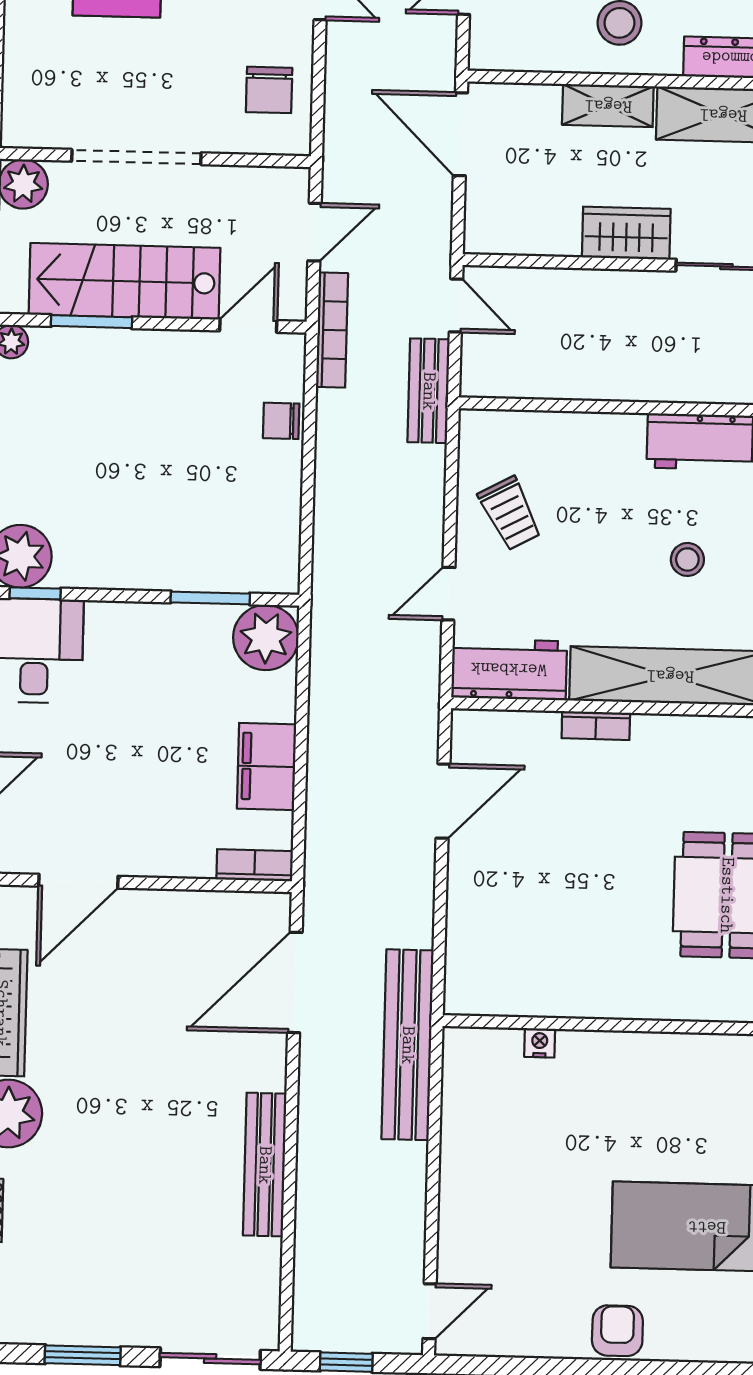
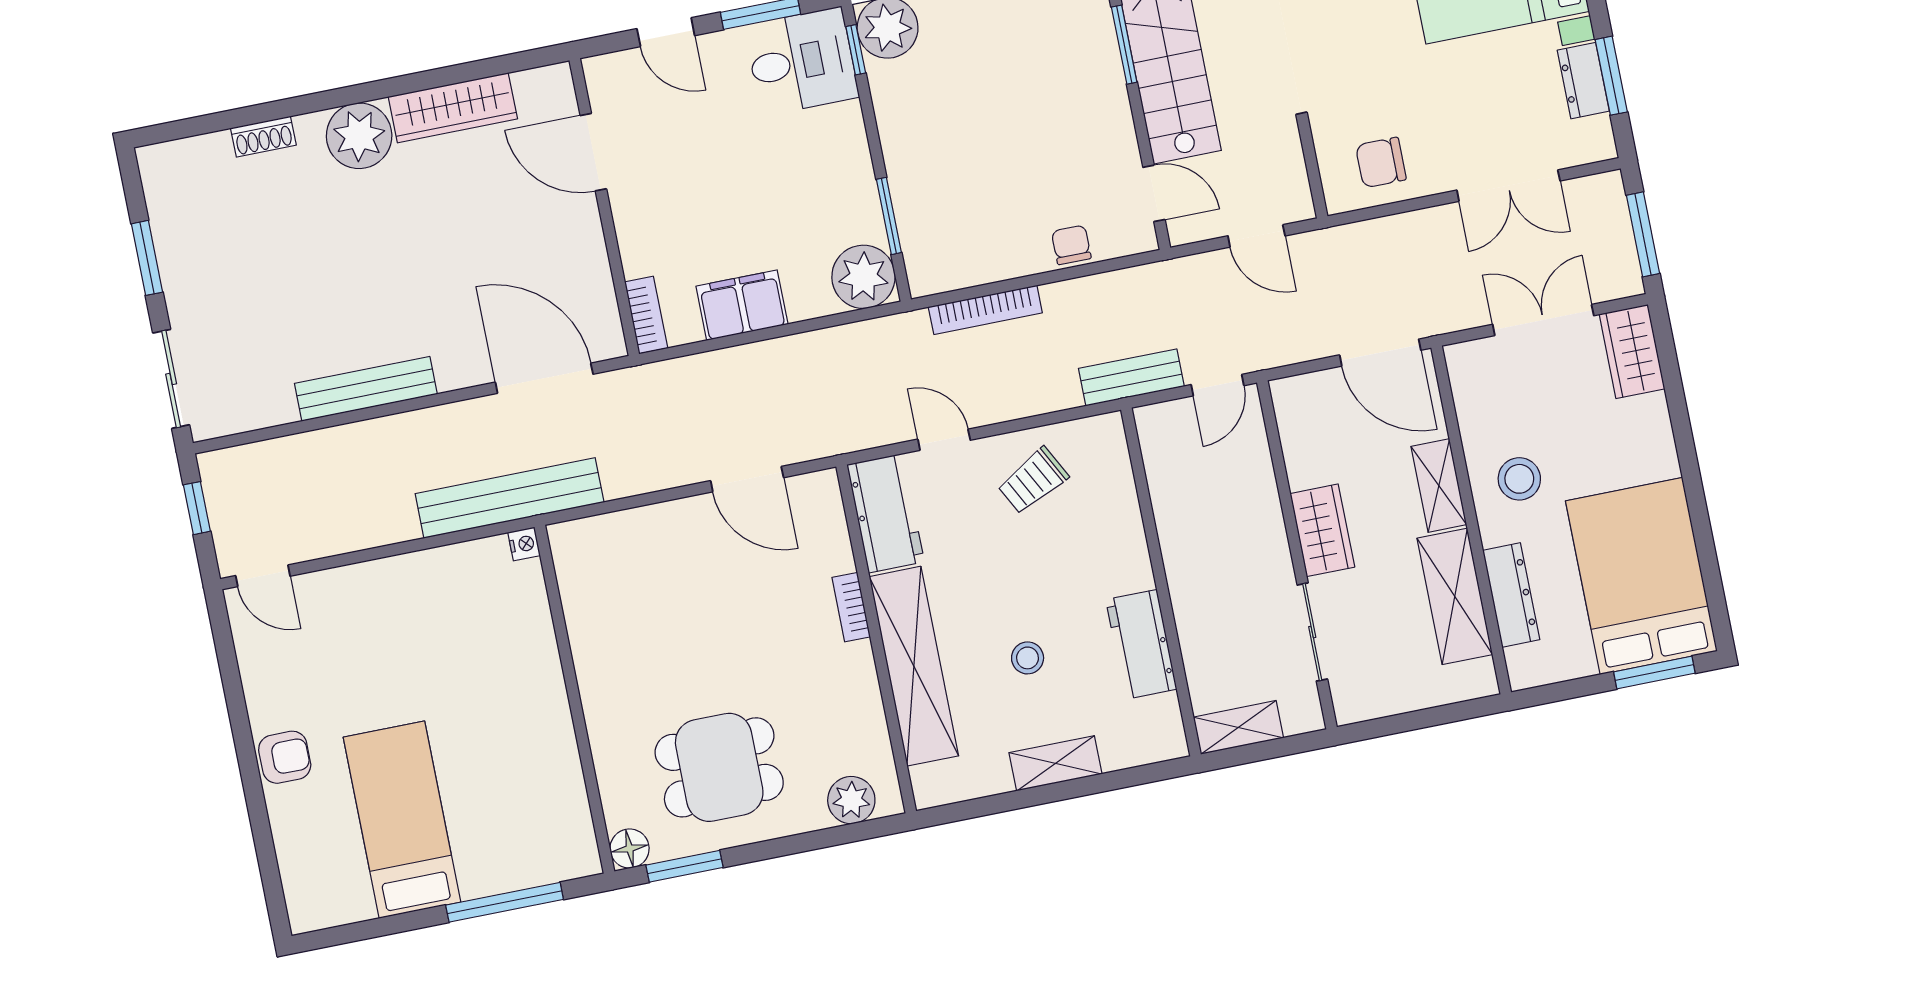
door: (460, 134) -> (1380, 353), swing flipped
bookcase: (332, 330) -> (985, 310), moved
nightstand: (540, 1043) -> (524, 544), moved

